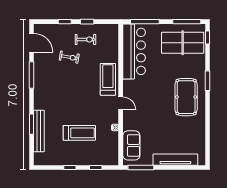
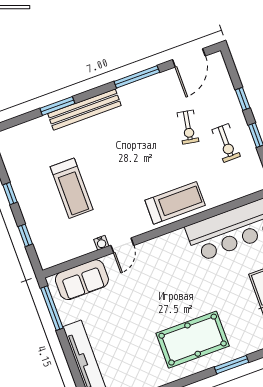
door: (121, 103) -> (122, 245), moved
bench: (39, 131) -> (84, 110), moved

